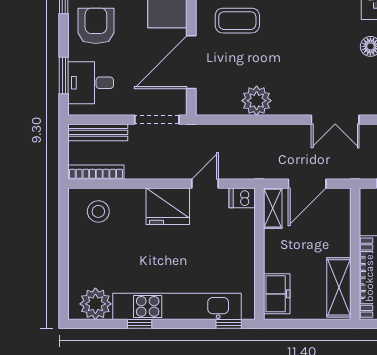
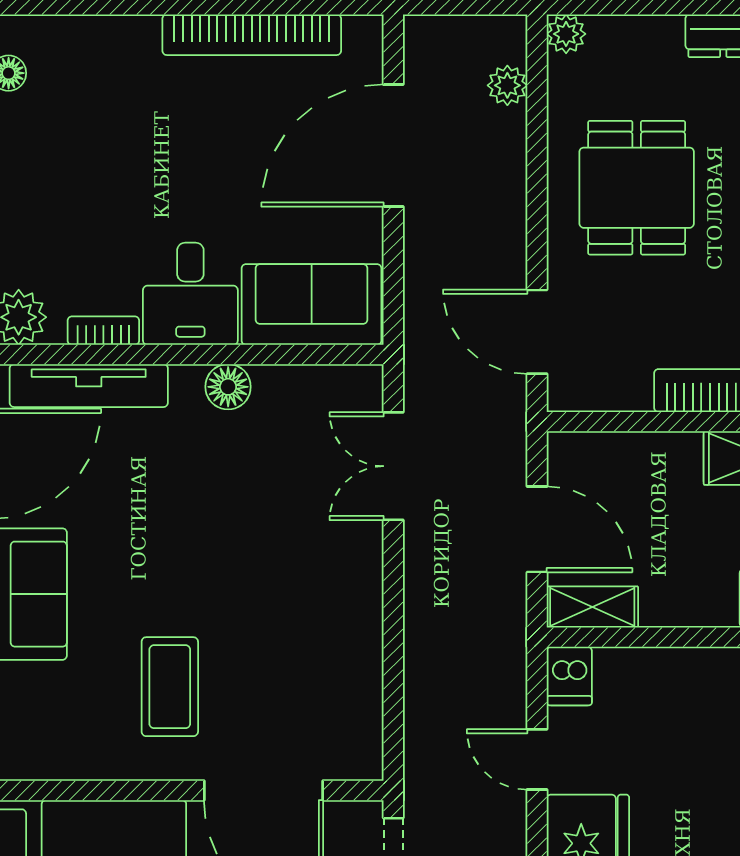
plant: (257, 101) -> (350, 643), removed
double door: (335, 120) -> (393, 466), swing flipped

